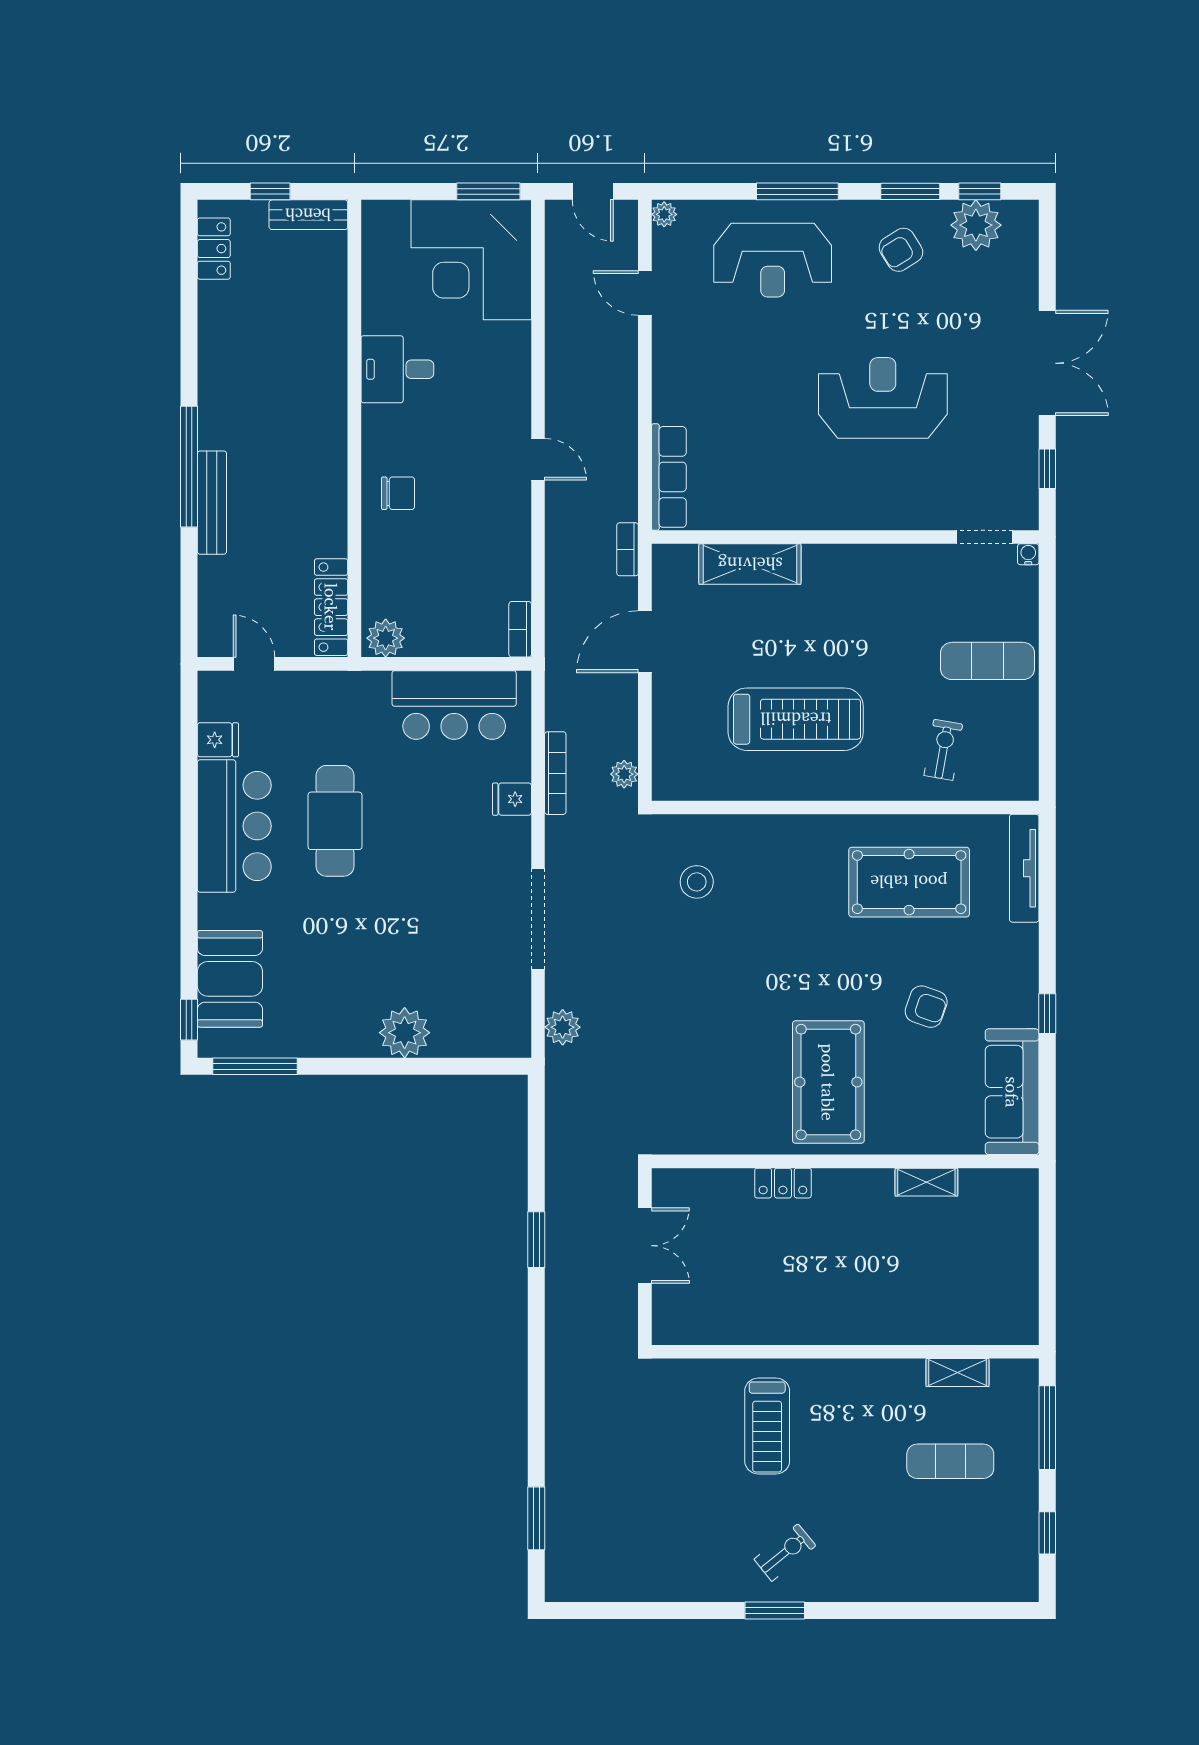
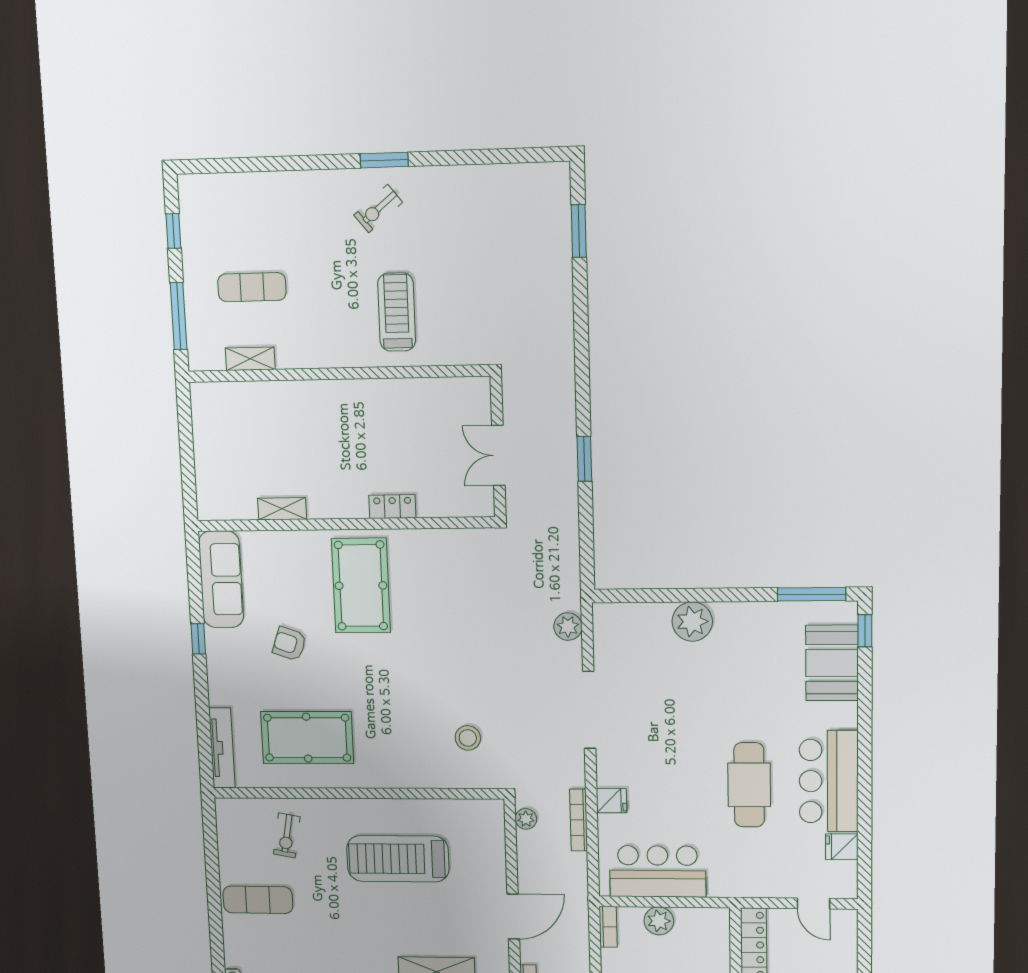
plant: (386, 638) -> (659, 921), moved

